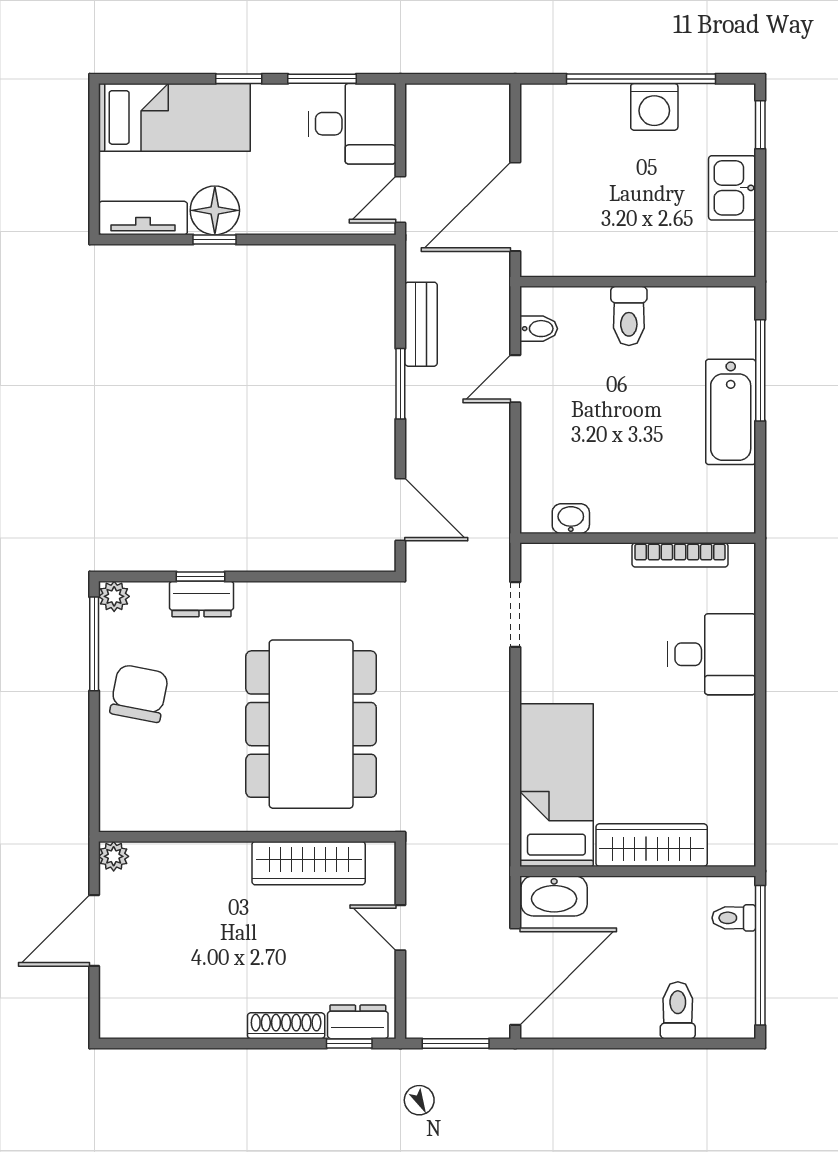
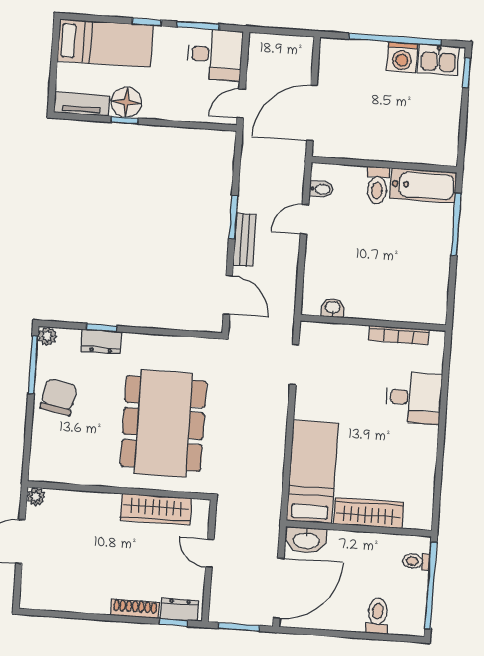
kitchen sink: (732, 188) -> (438, 60), moved, turned -90
bench: (421, 324) -> (245, 240), moved
bathtub: (731, 412) -> (423, 185), moved, turned -90

